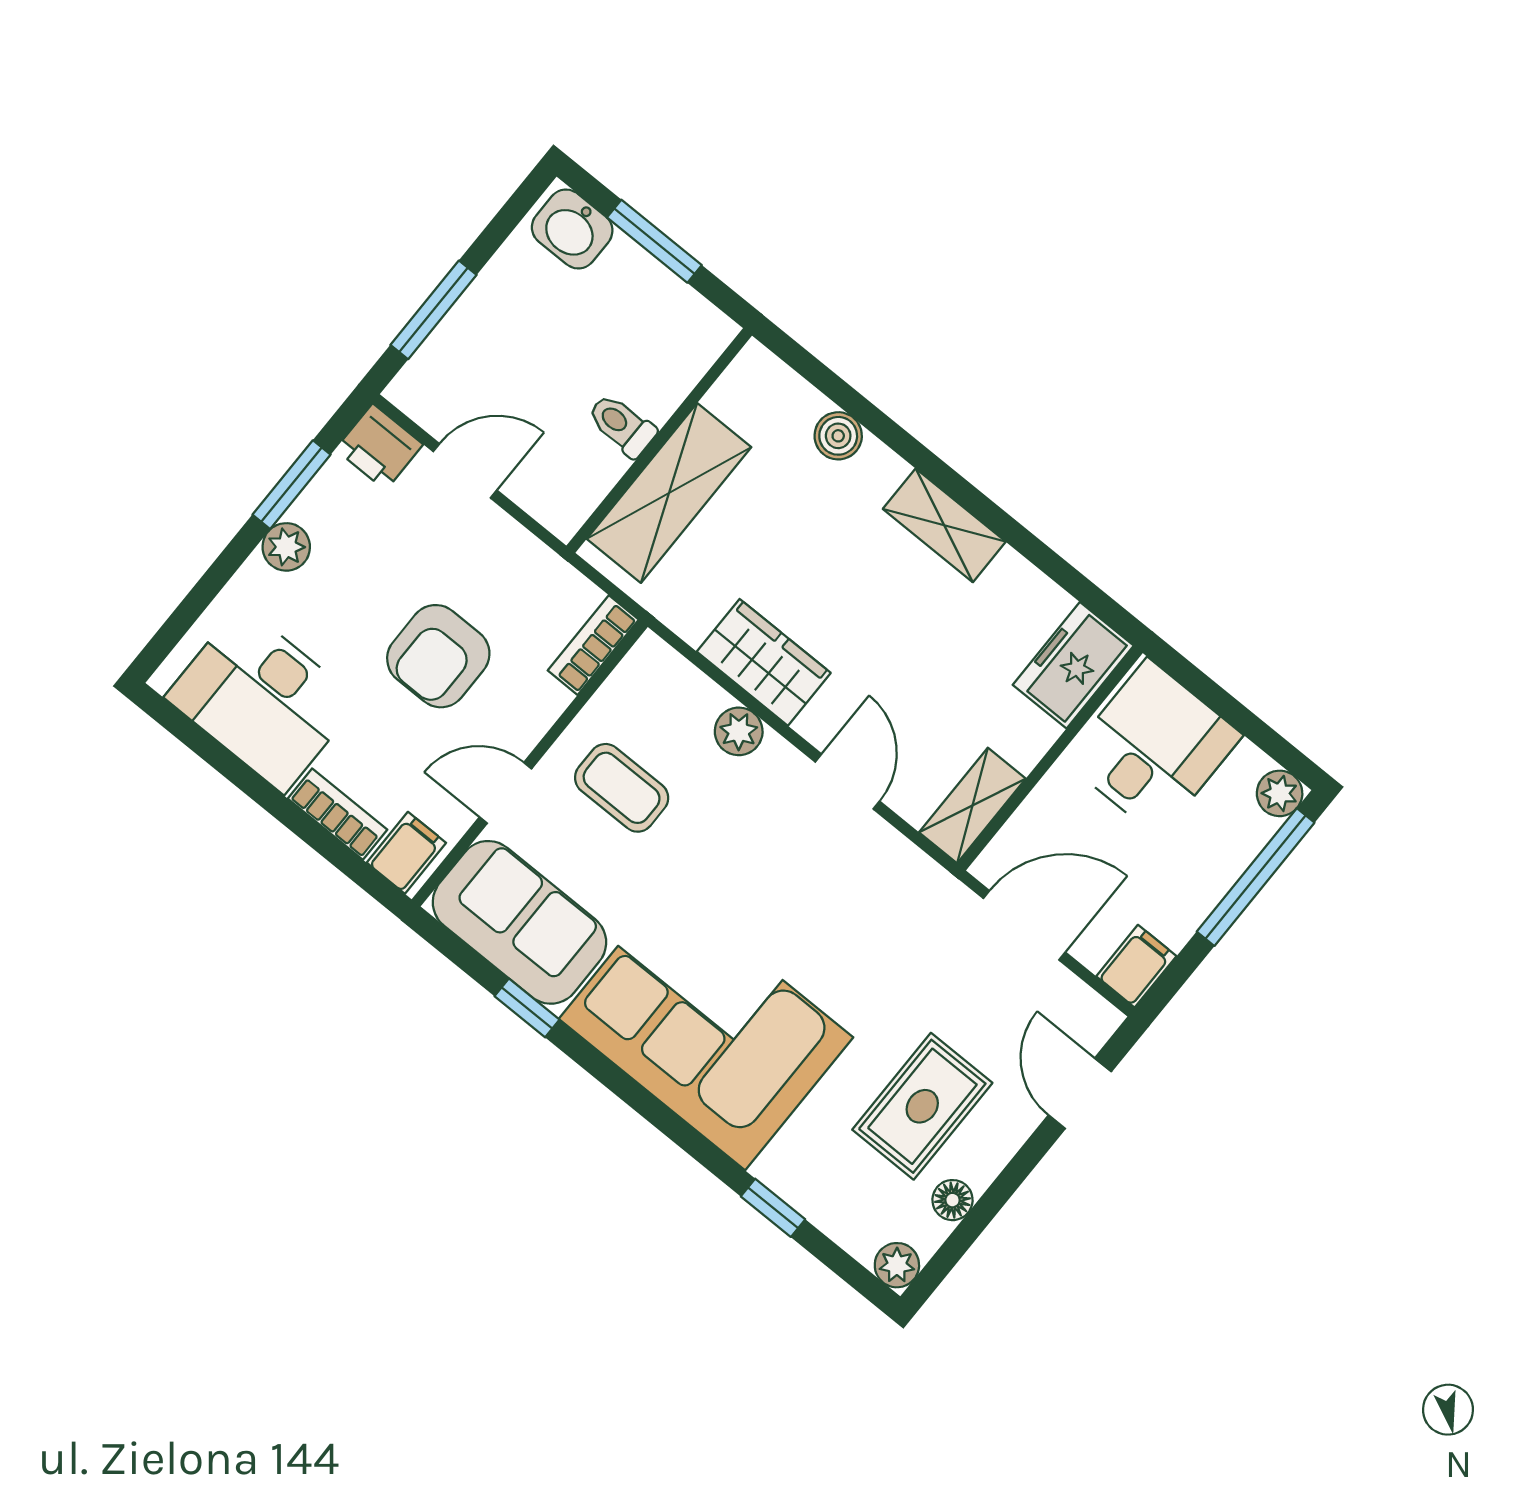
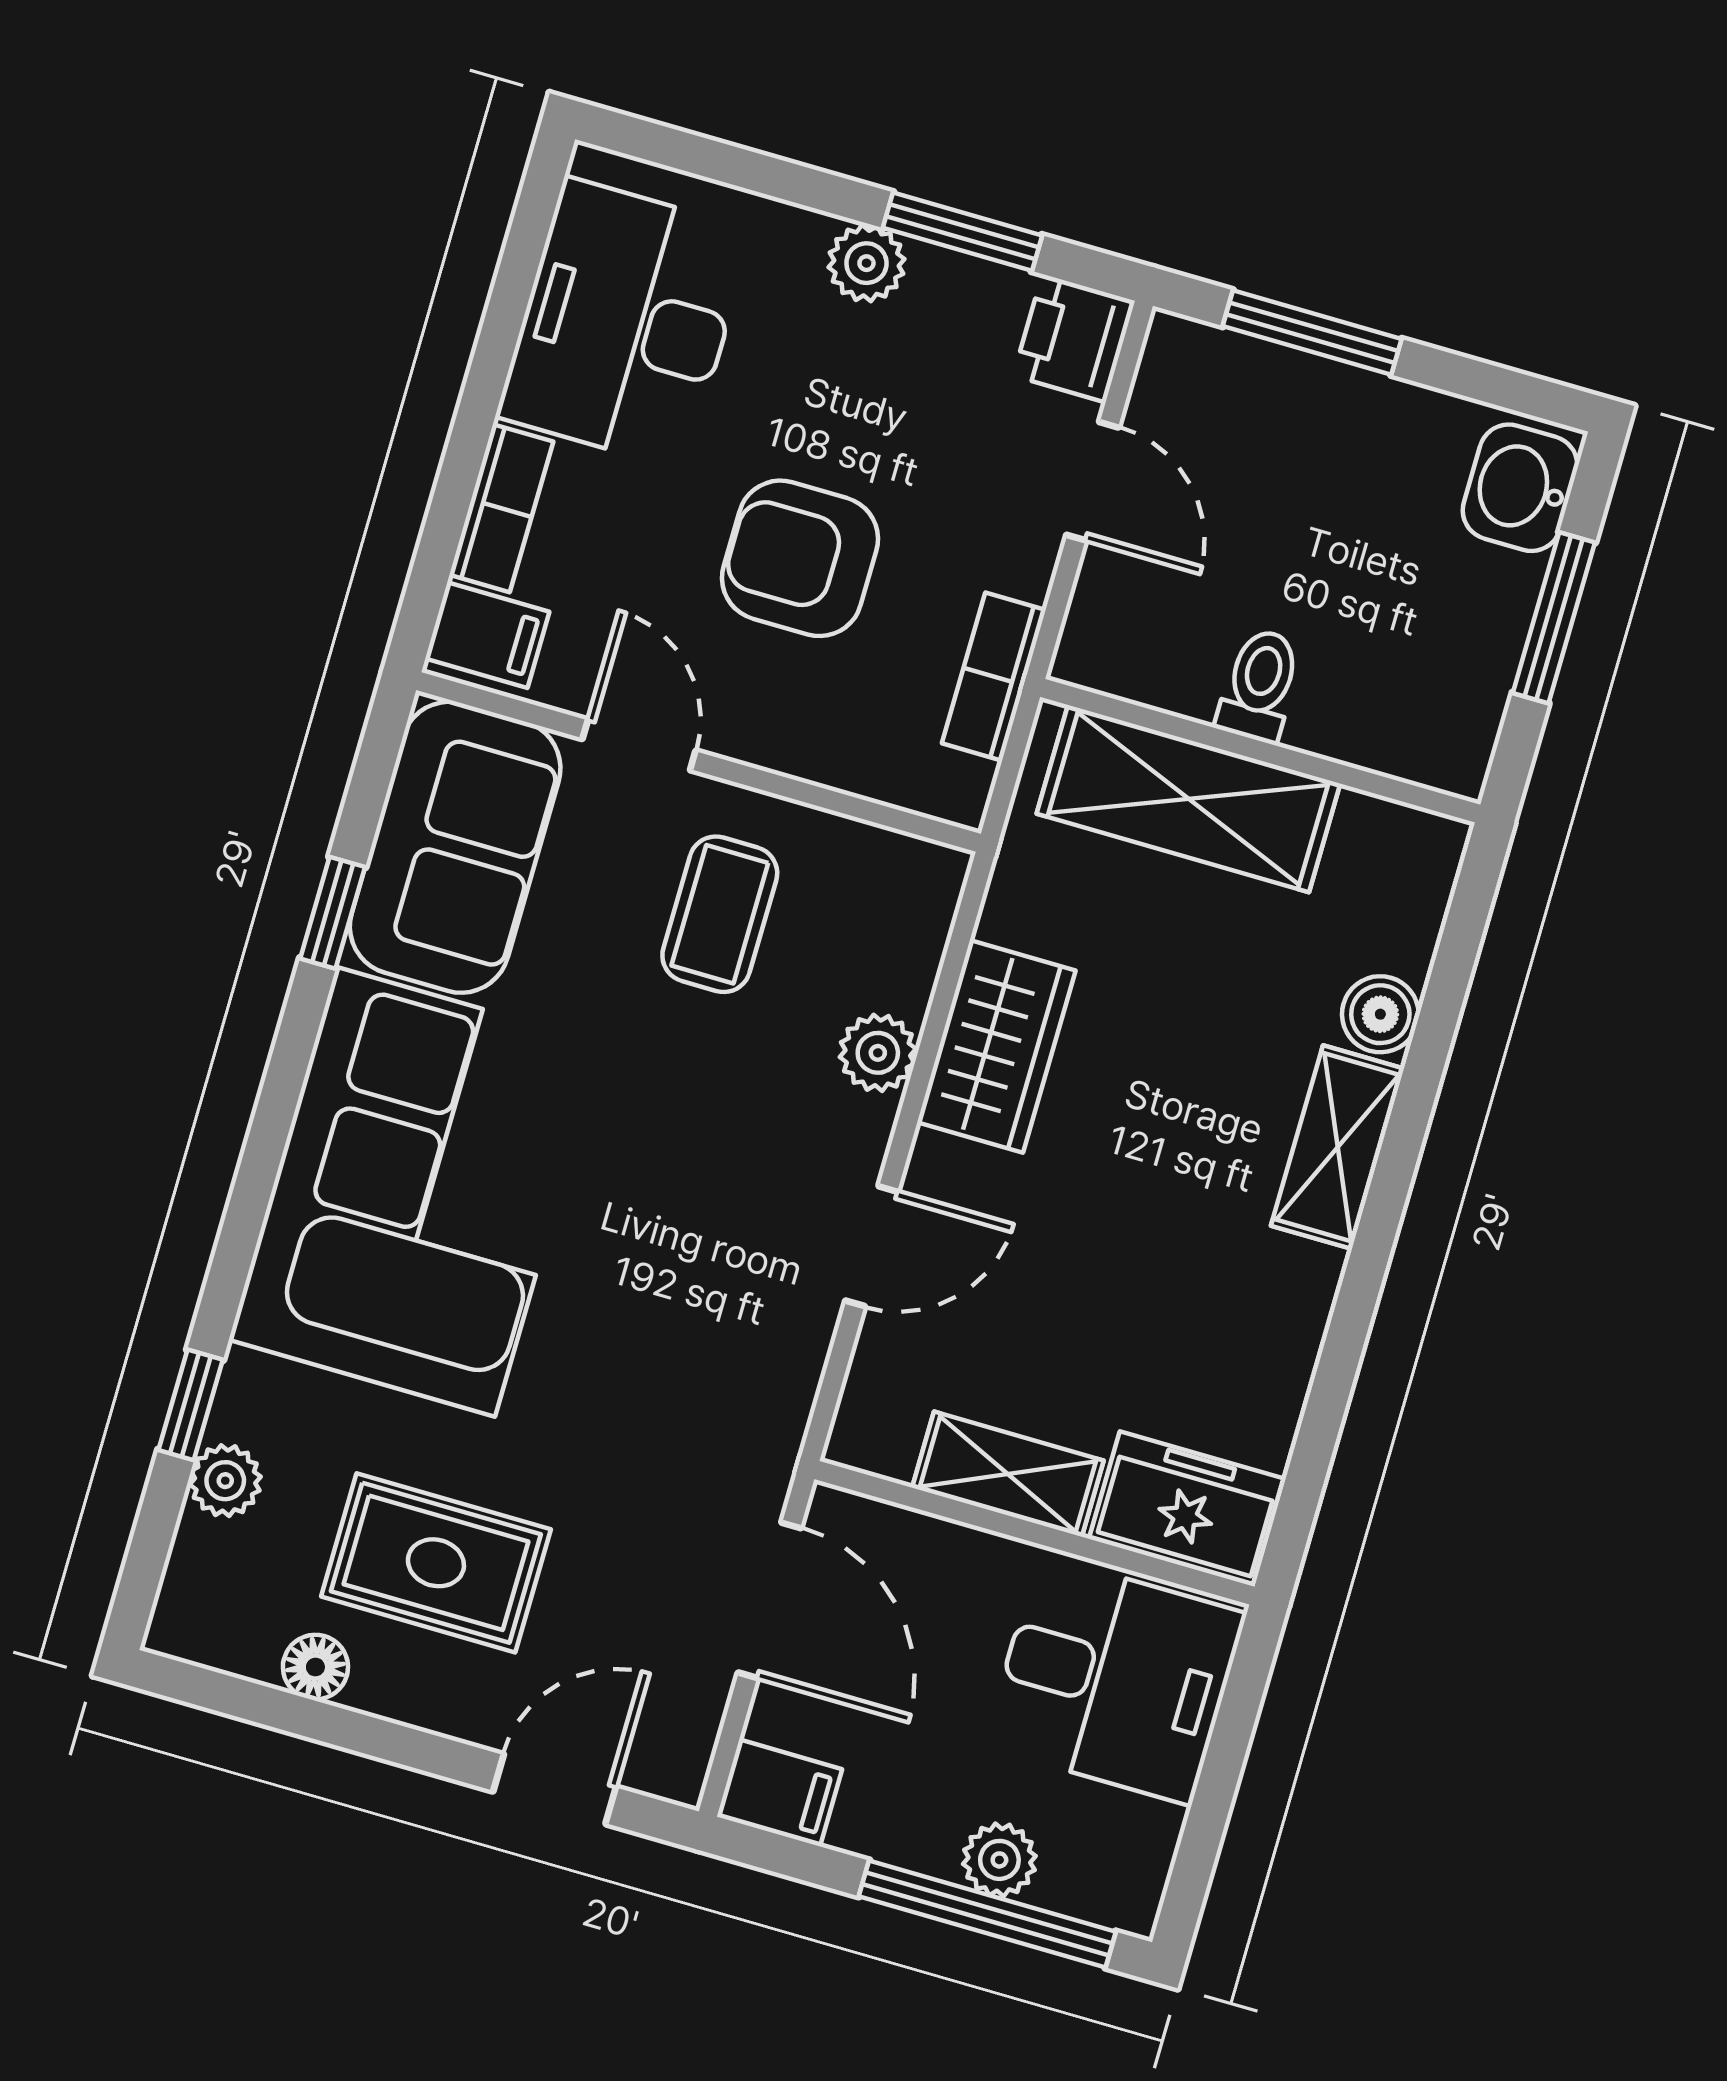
shelving: (944, 525) -> (1338, 1147), moved
bookcase: (593, 645) -> (994, 677), moved, turned -90
plant: (1280, 793) -> (999, 1860), moved
shelving: (972, 805) -> (1008, 1474), moved
plant: (897, 1265) -> (225, 1481), moved

